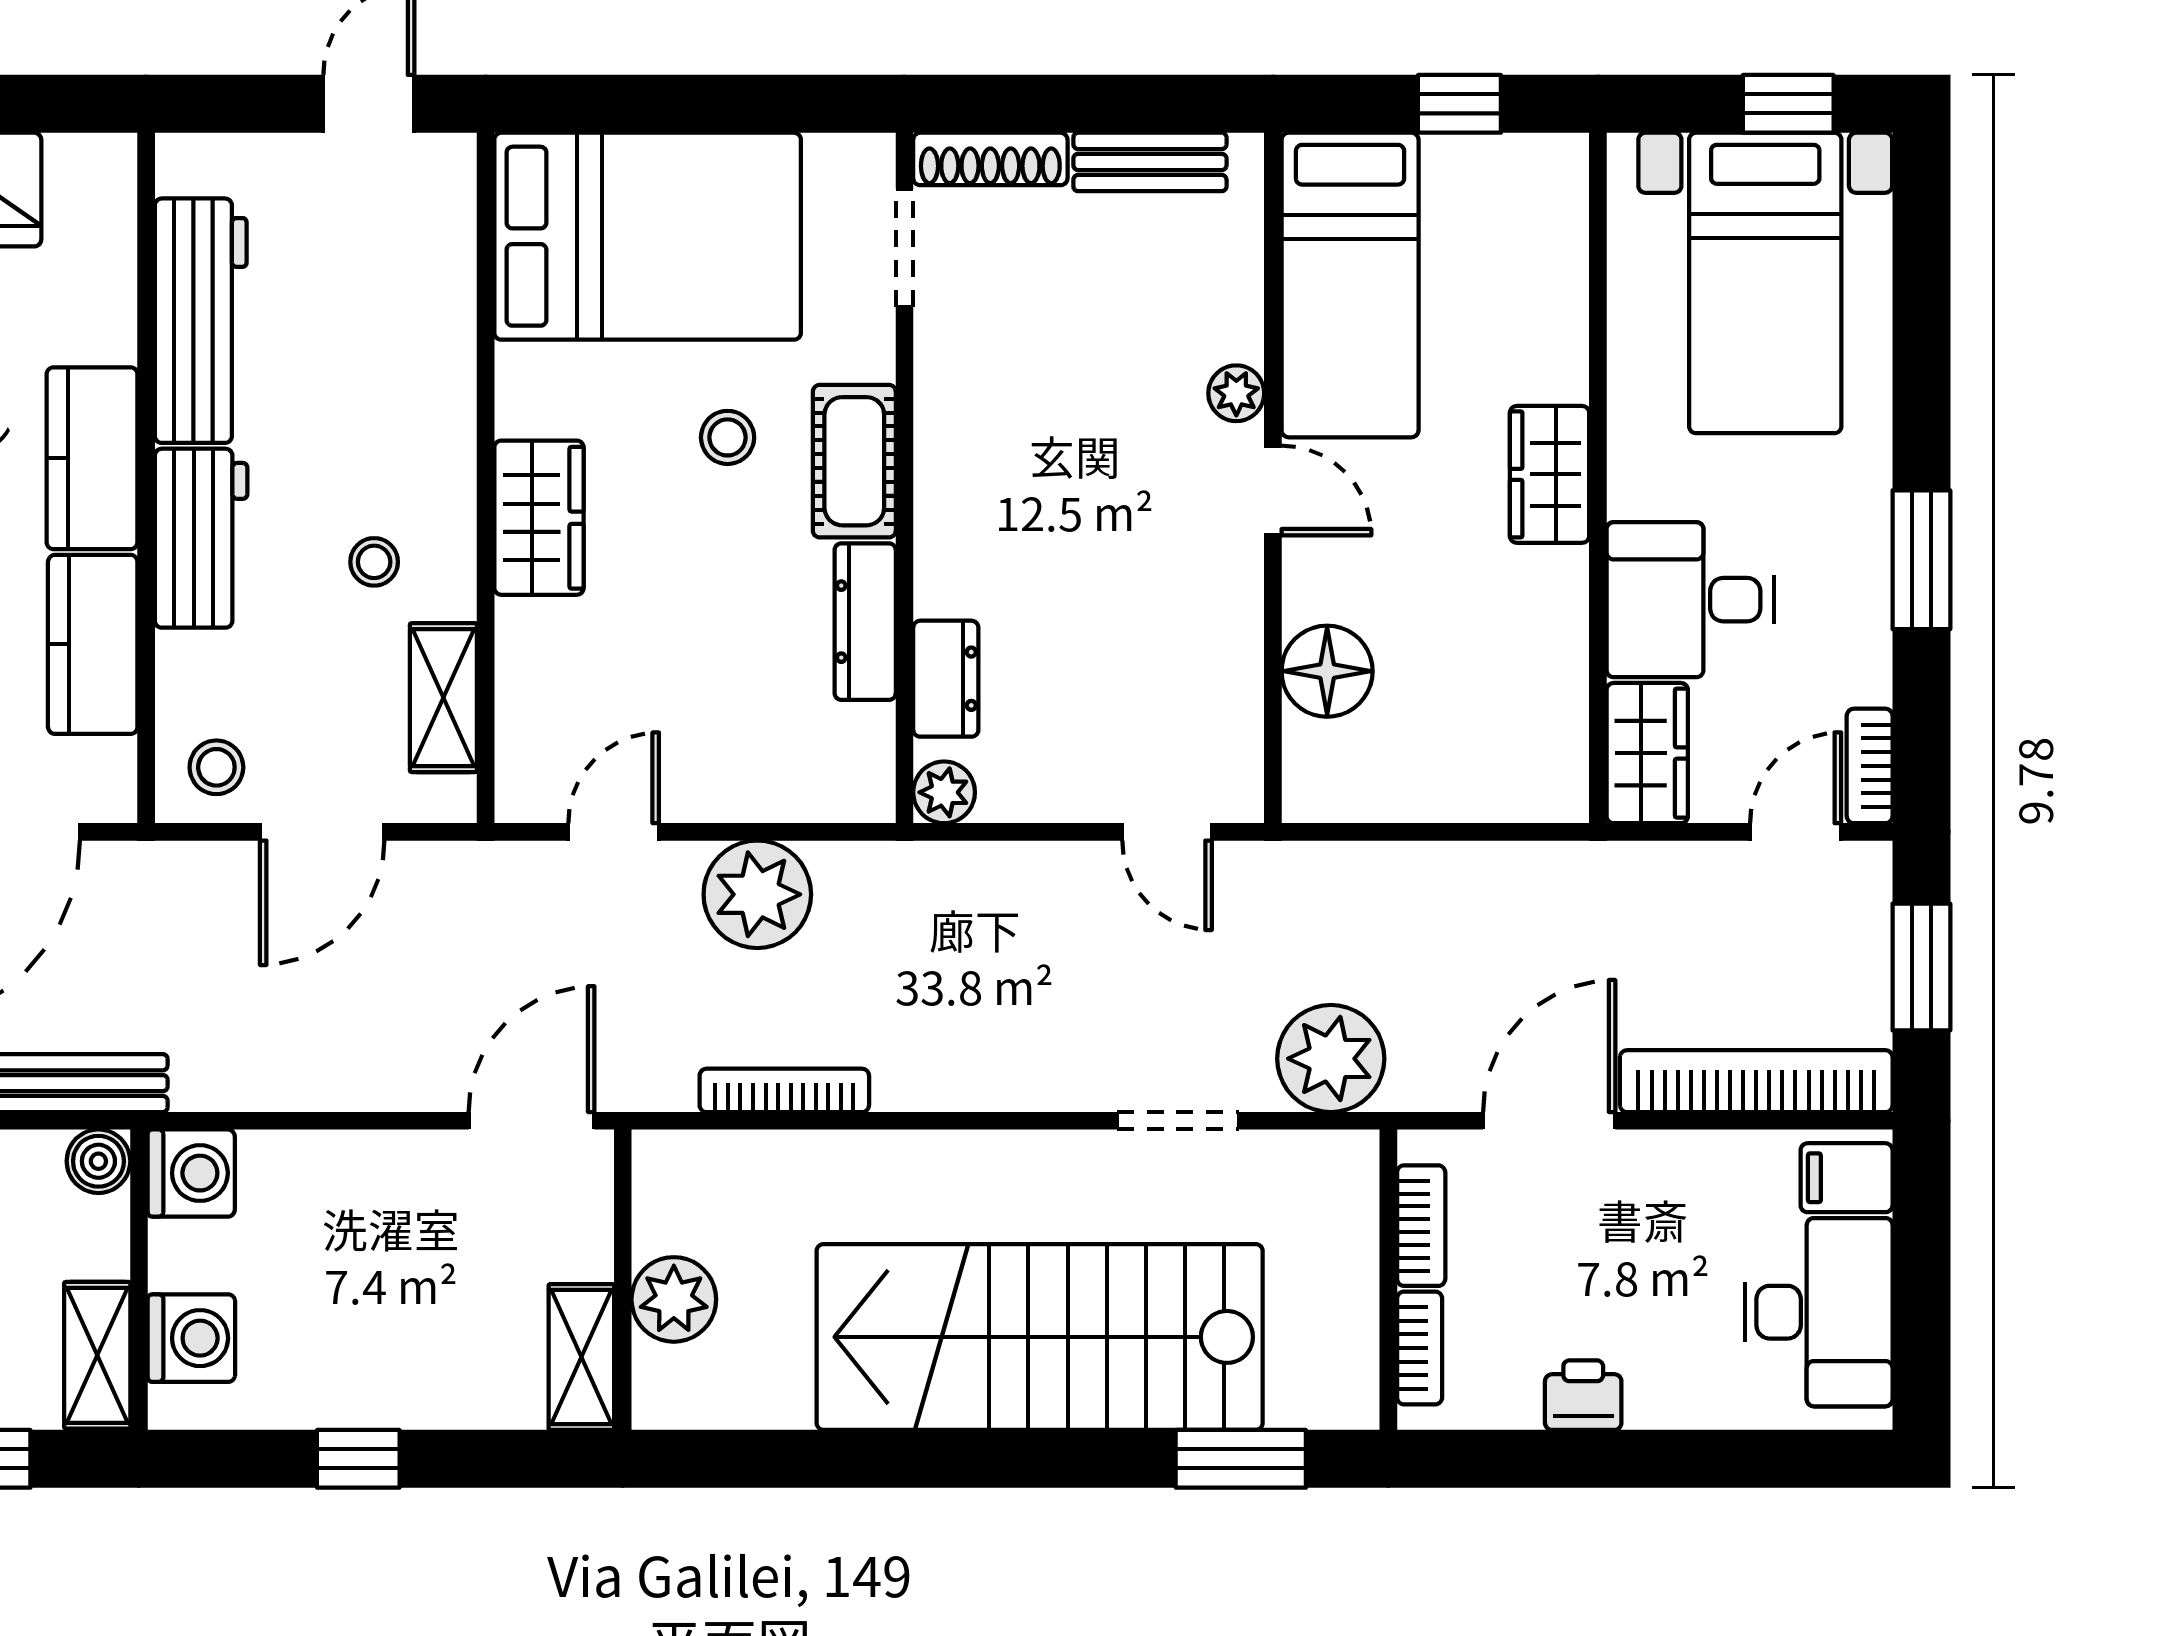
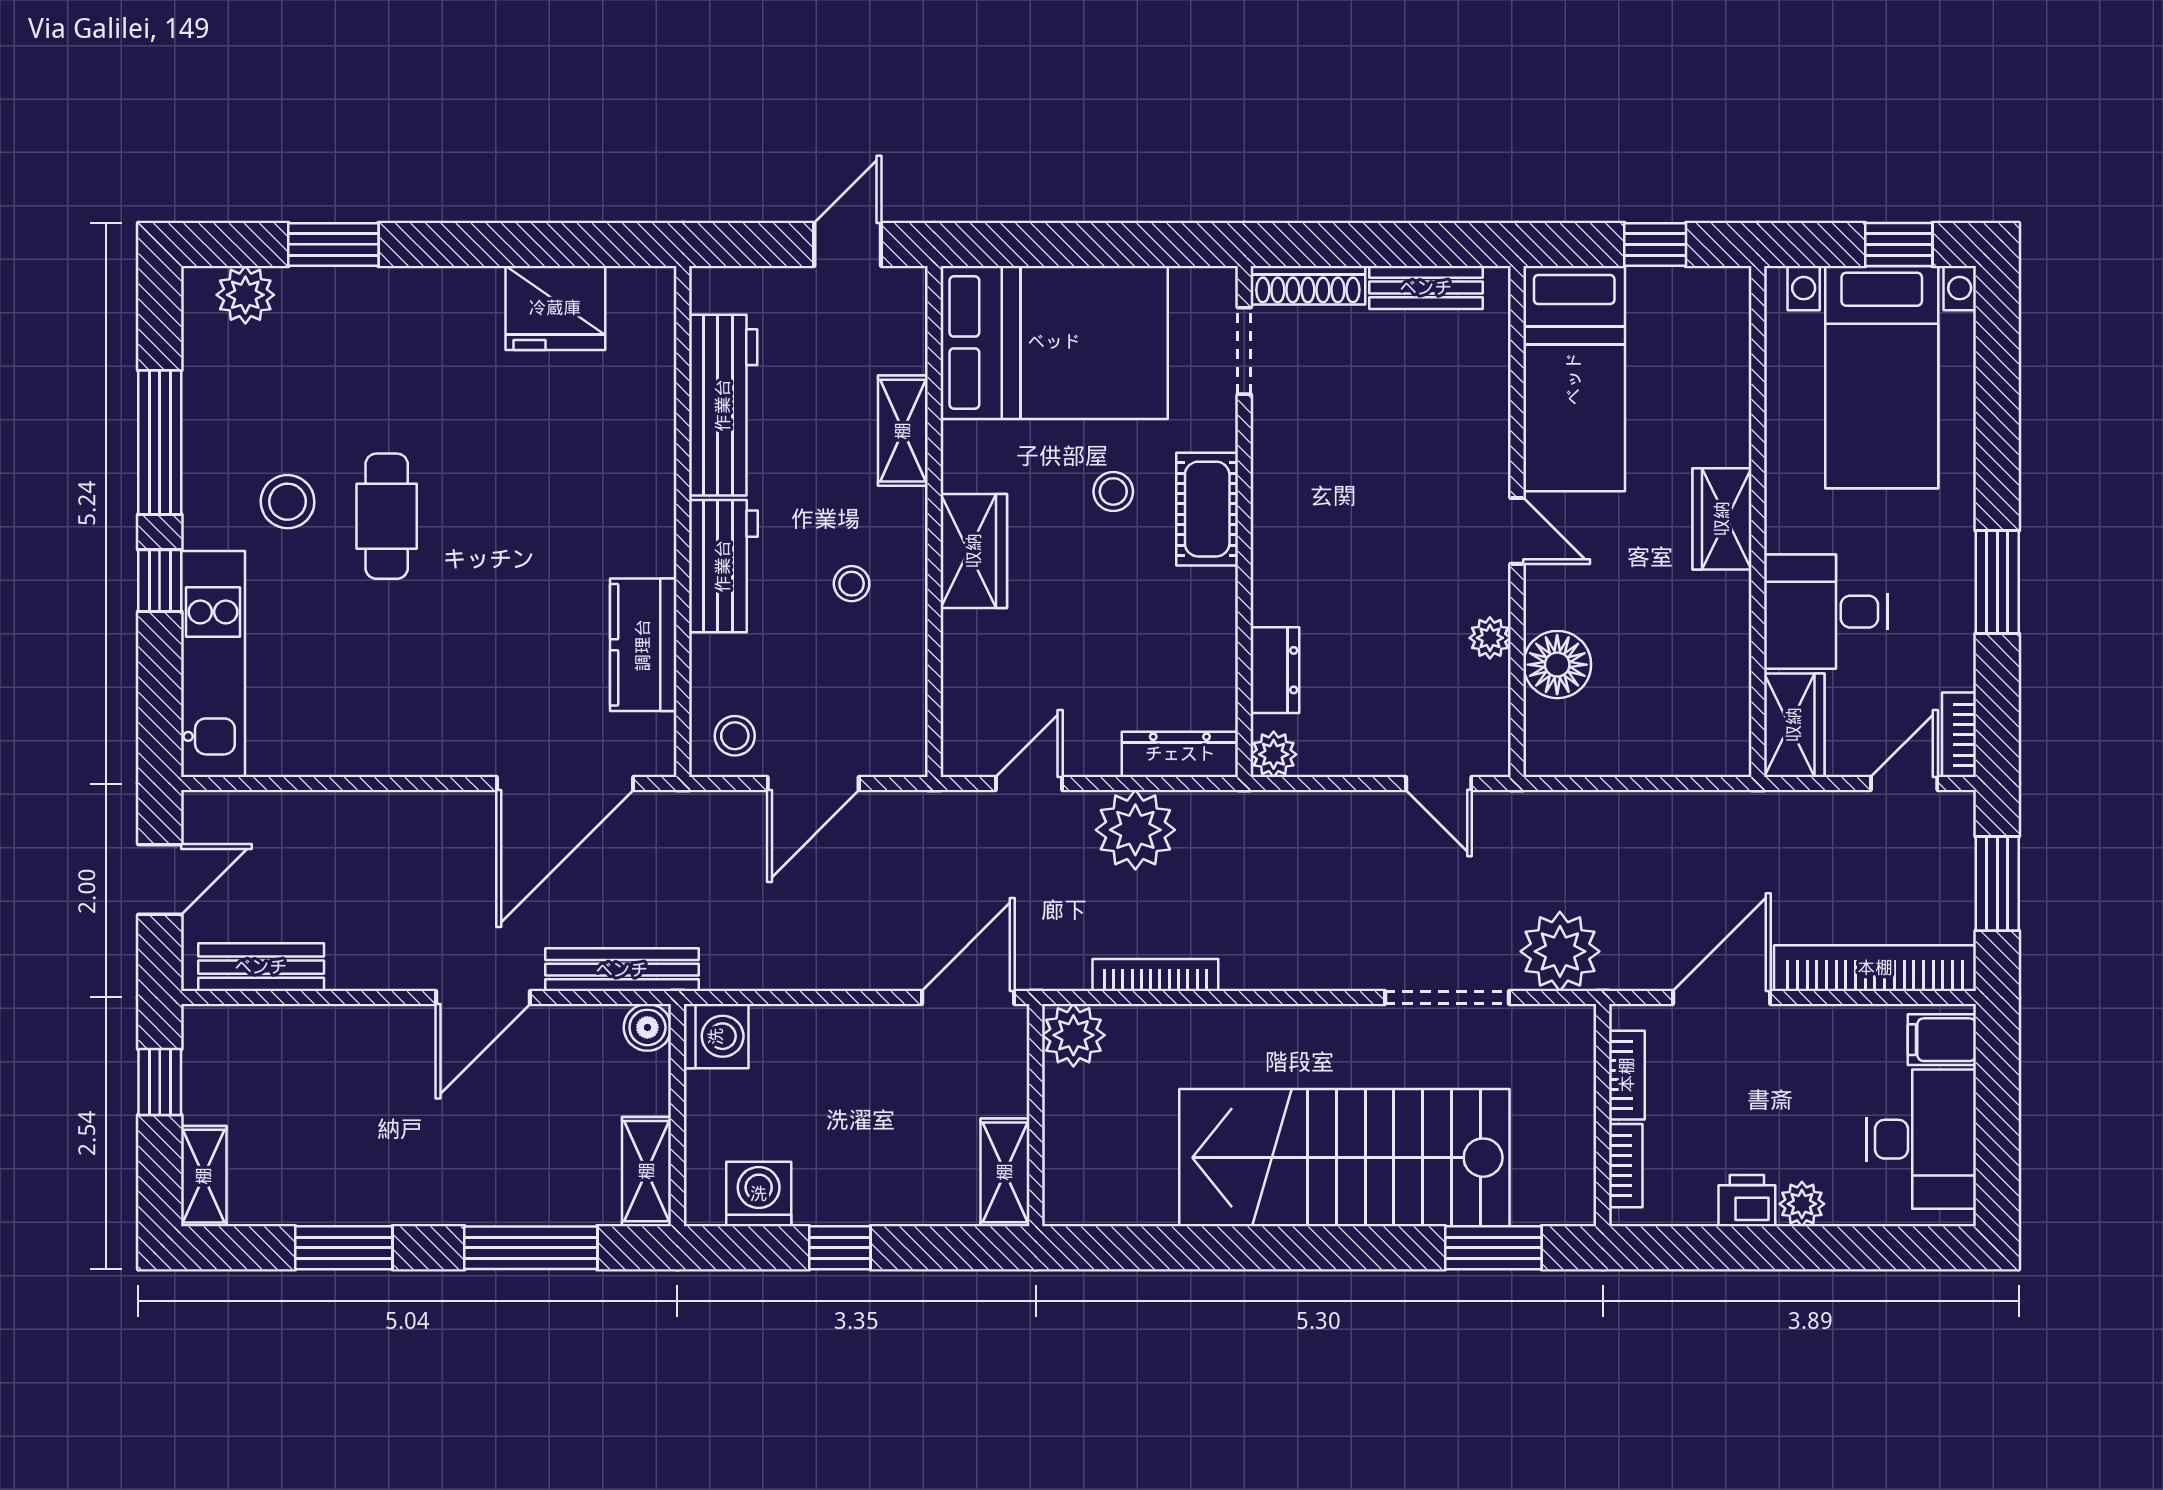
plant: (1236, 393) -> (1490, 638), moved
kitchen counter: (92, 458) -> (643, 507), removed
dresser: (865, 622) -> (1180, 754), moved, turned 90
shelving: (443, 698) -> (903, 431), moved
doorway: (1178, 1121) -> (1447, 997), width x1.38
plant: (674, 1299) -> (1073, 1035), moved
washing machine: (191, 1338) -> (759, 1194), moved, turned -90
plant: (1657, 1400) -> (1802, 1204), added

